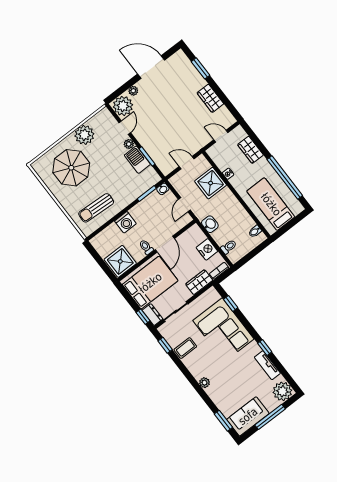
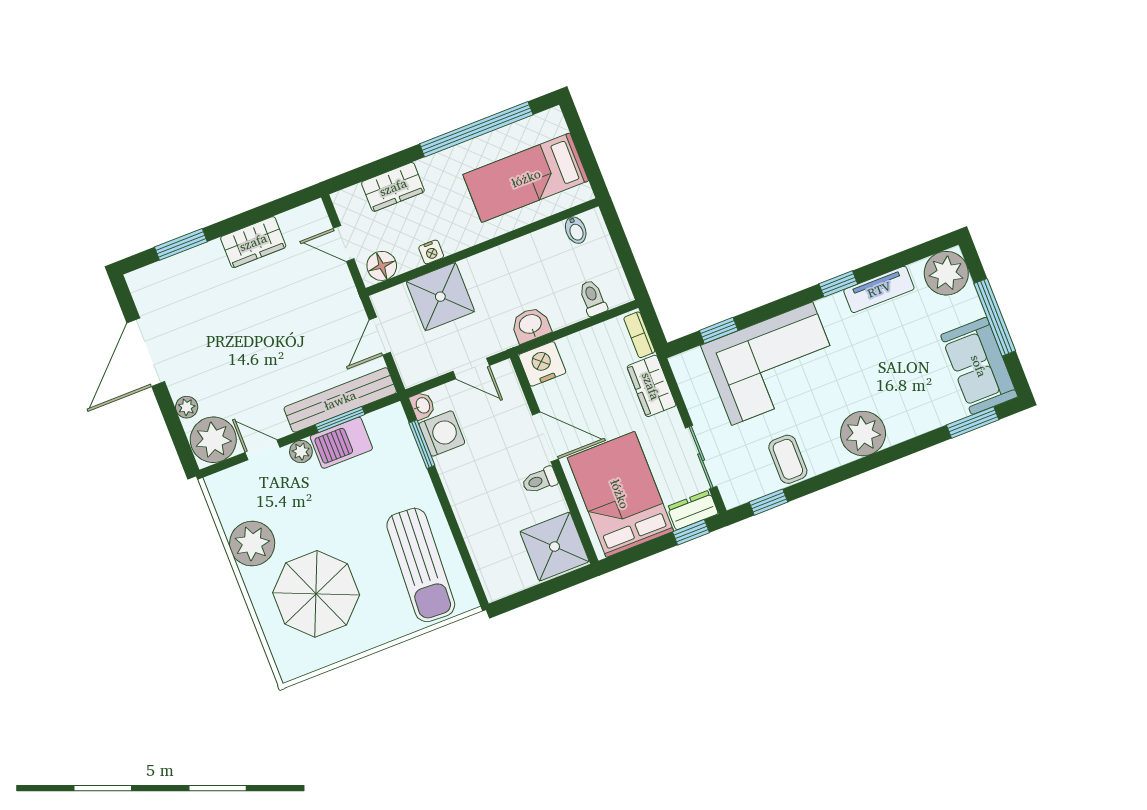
door: (221, 136) -> (344, 243), hinge flipped
bench: (155, 154) -> (340, 400), added
floor lamp: (216, 155) -> (382, 266), added
sun lounger: (96, 208) -> (421, 565), width x1.36, depth x1.34
washing machine: (125, 222) -> (442, 434), moved
nightstand: (207, 249) -> (542, 364), moved
plant: (205, 383) -> (863, 434), width x1.88, depth x1.88

